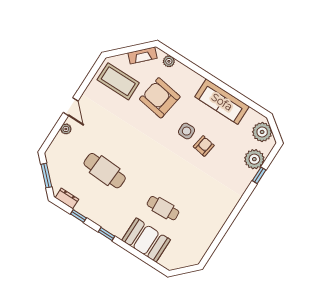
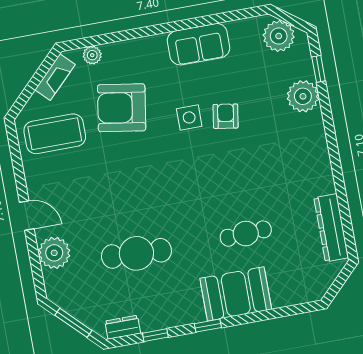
sofa: (222, 102) -> (199, 44), width x0.73
plant: (66, 129) -> (54, 253), width x1.88, depth x1.88
plant: (254, 159) -> (303, 96), moved
window: (259, 175) -> (319, 69), moved
booth: (146, 240) -> (236, 294), moved
dresser: (204, 242) -> (331, 228), added

